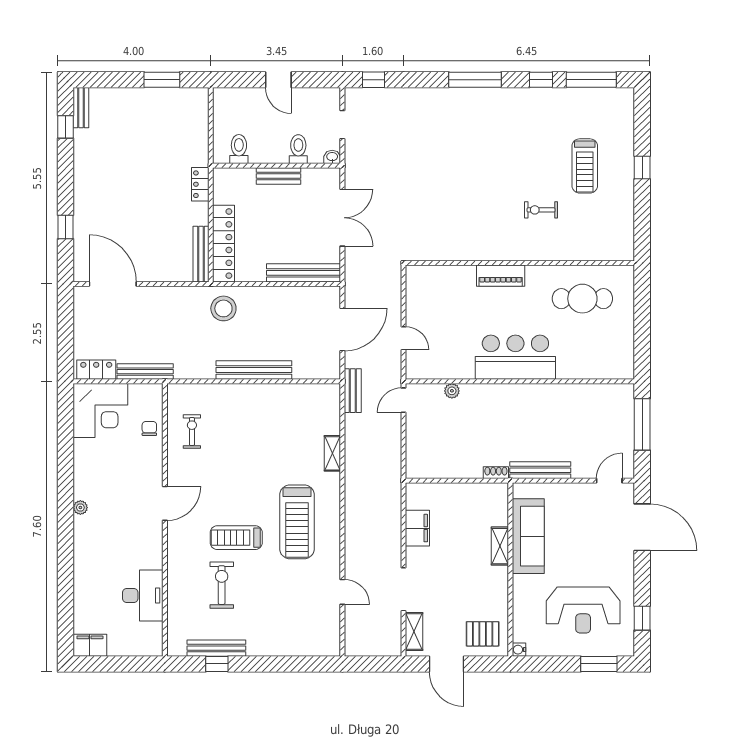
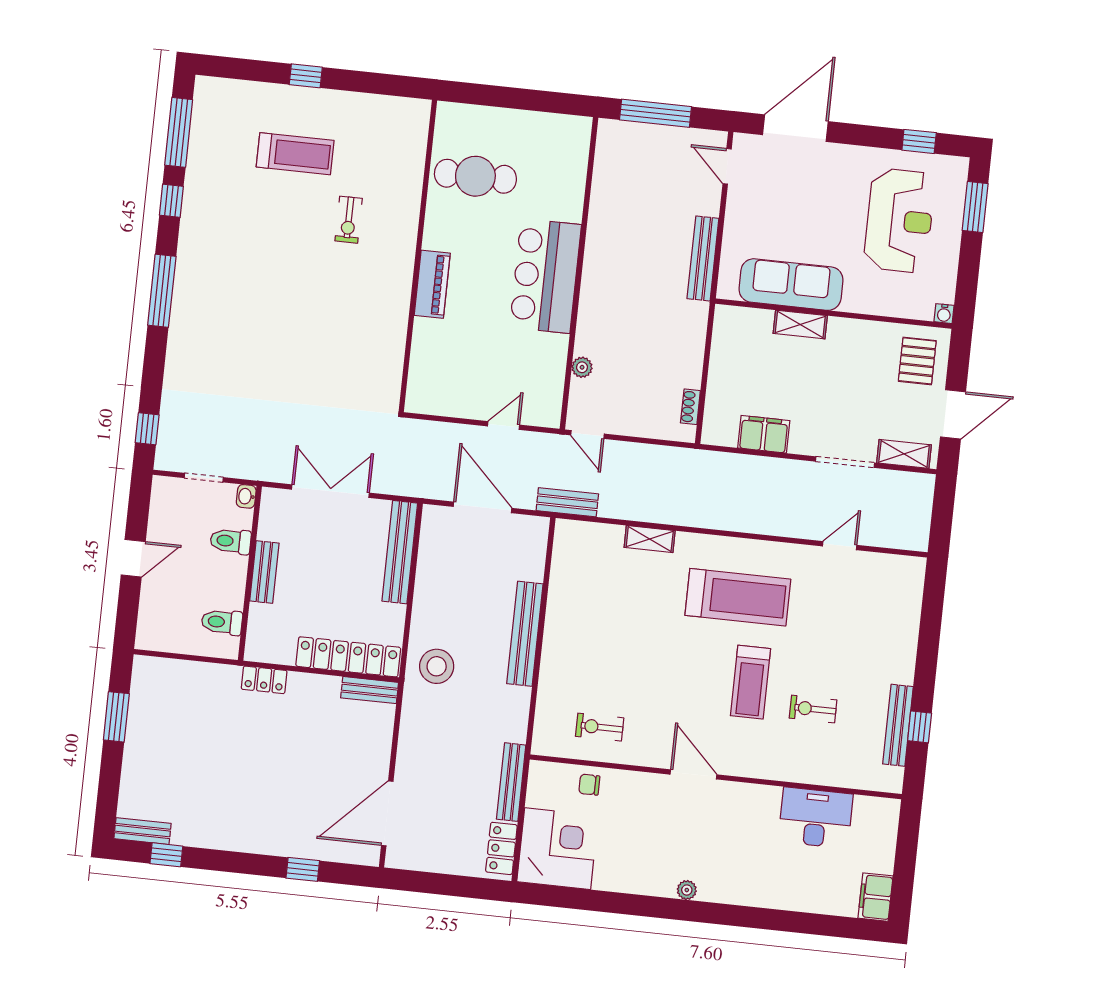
bench: (201, 254) -> (370, 690), width x0.73
cafe table: (582, 299) -> (475, 176), turned 90
shoe rack: (496, 473) -> (690, 407), moved
exercise bike: (222, 585) -> (813, 709), width x0.73, depth x0.72

